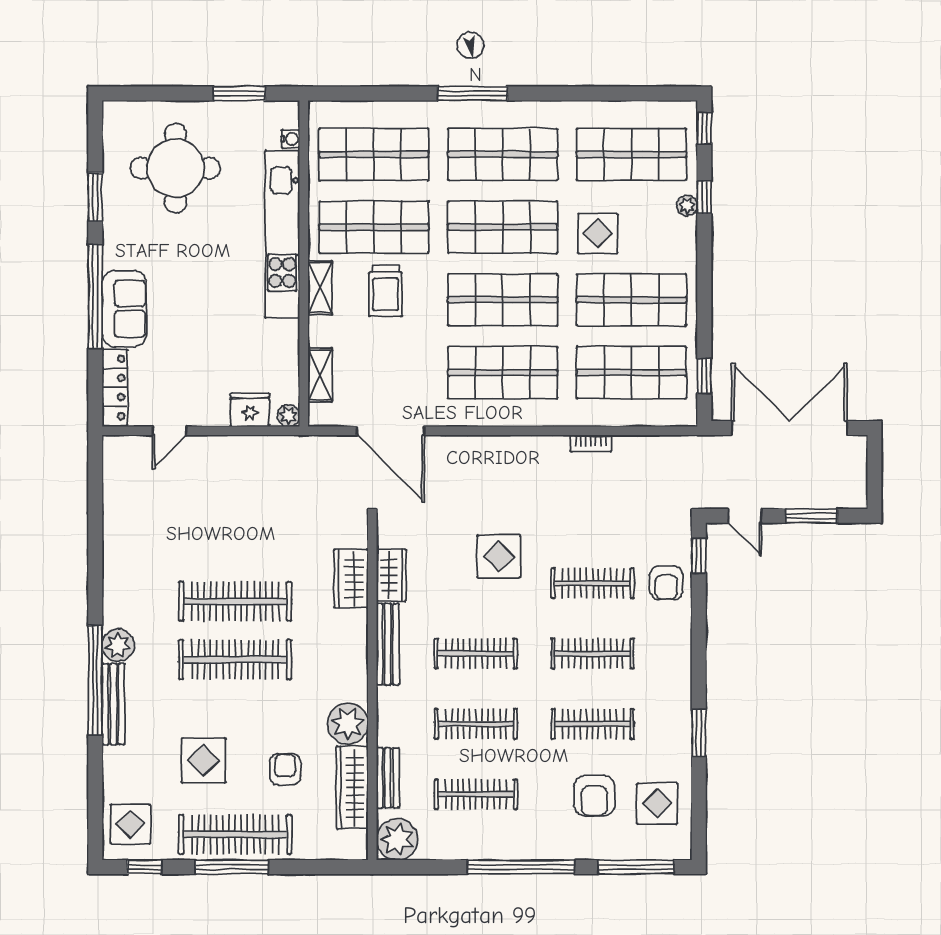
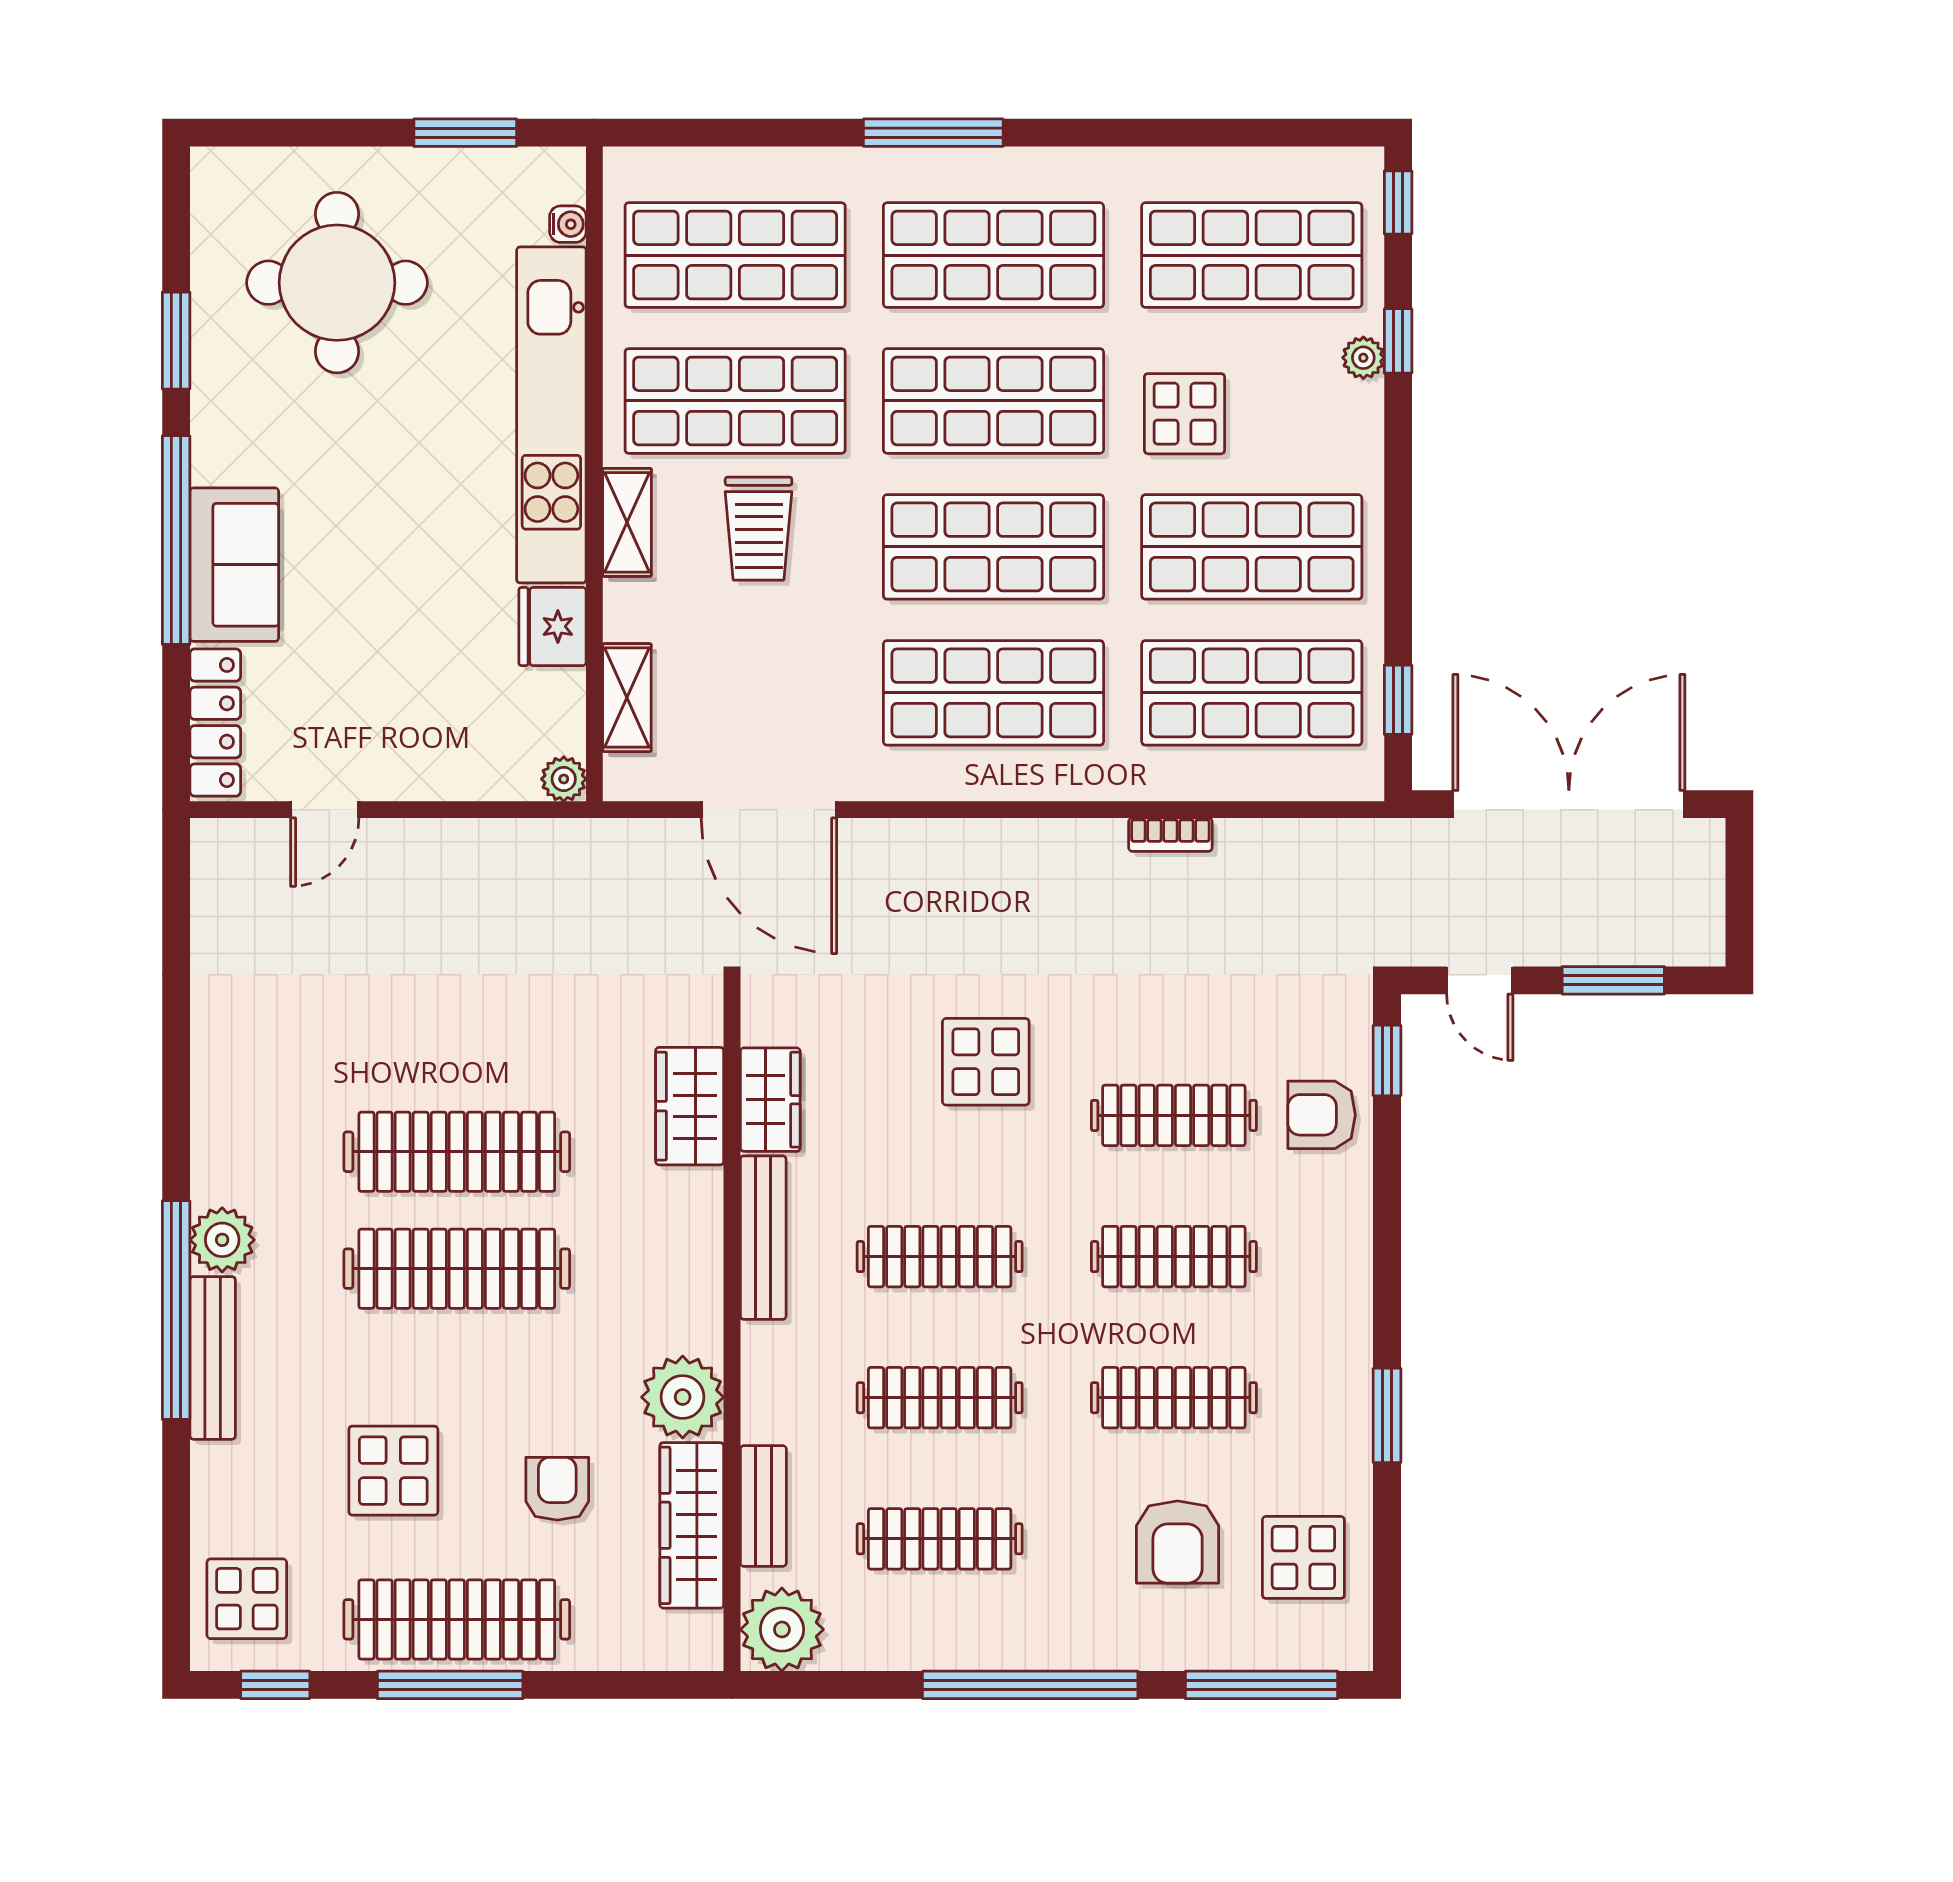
fridge: (250, 410) -> (552, 626), moved, turned -90
armchair: (666, 583) -> (1322, 1115), turned 90

